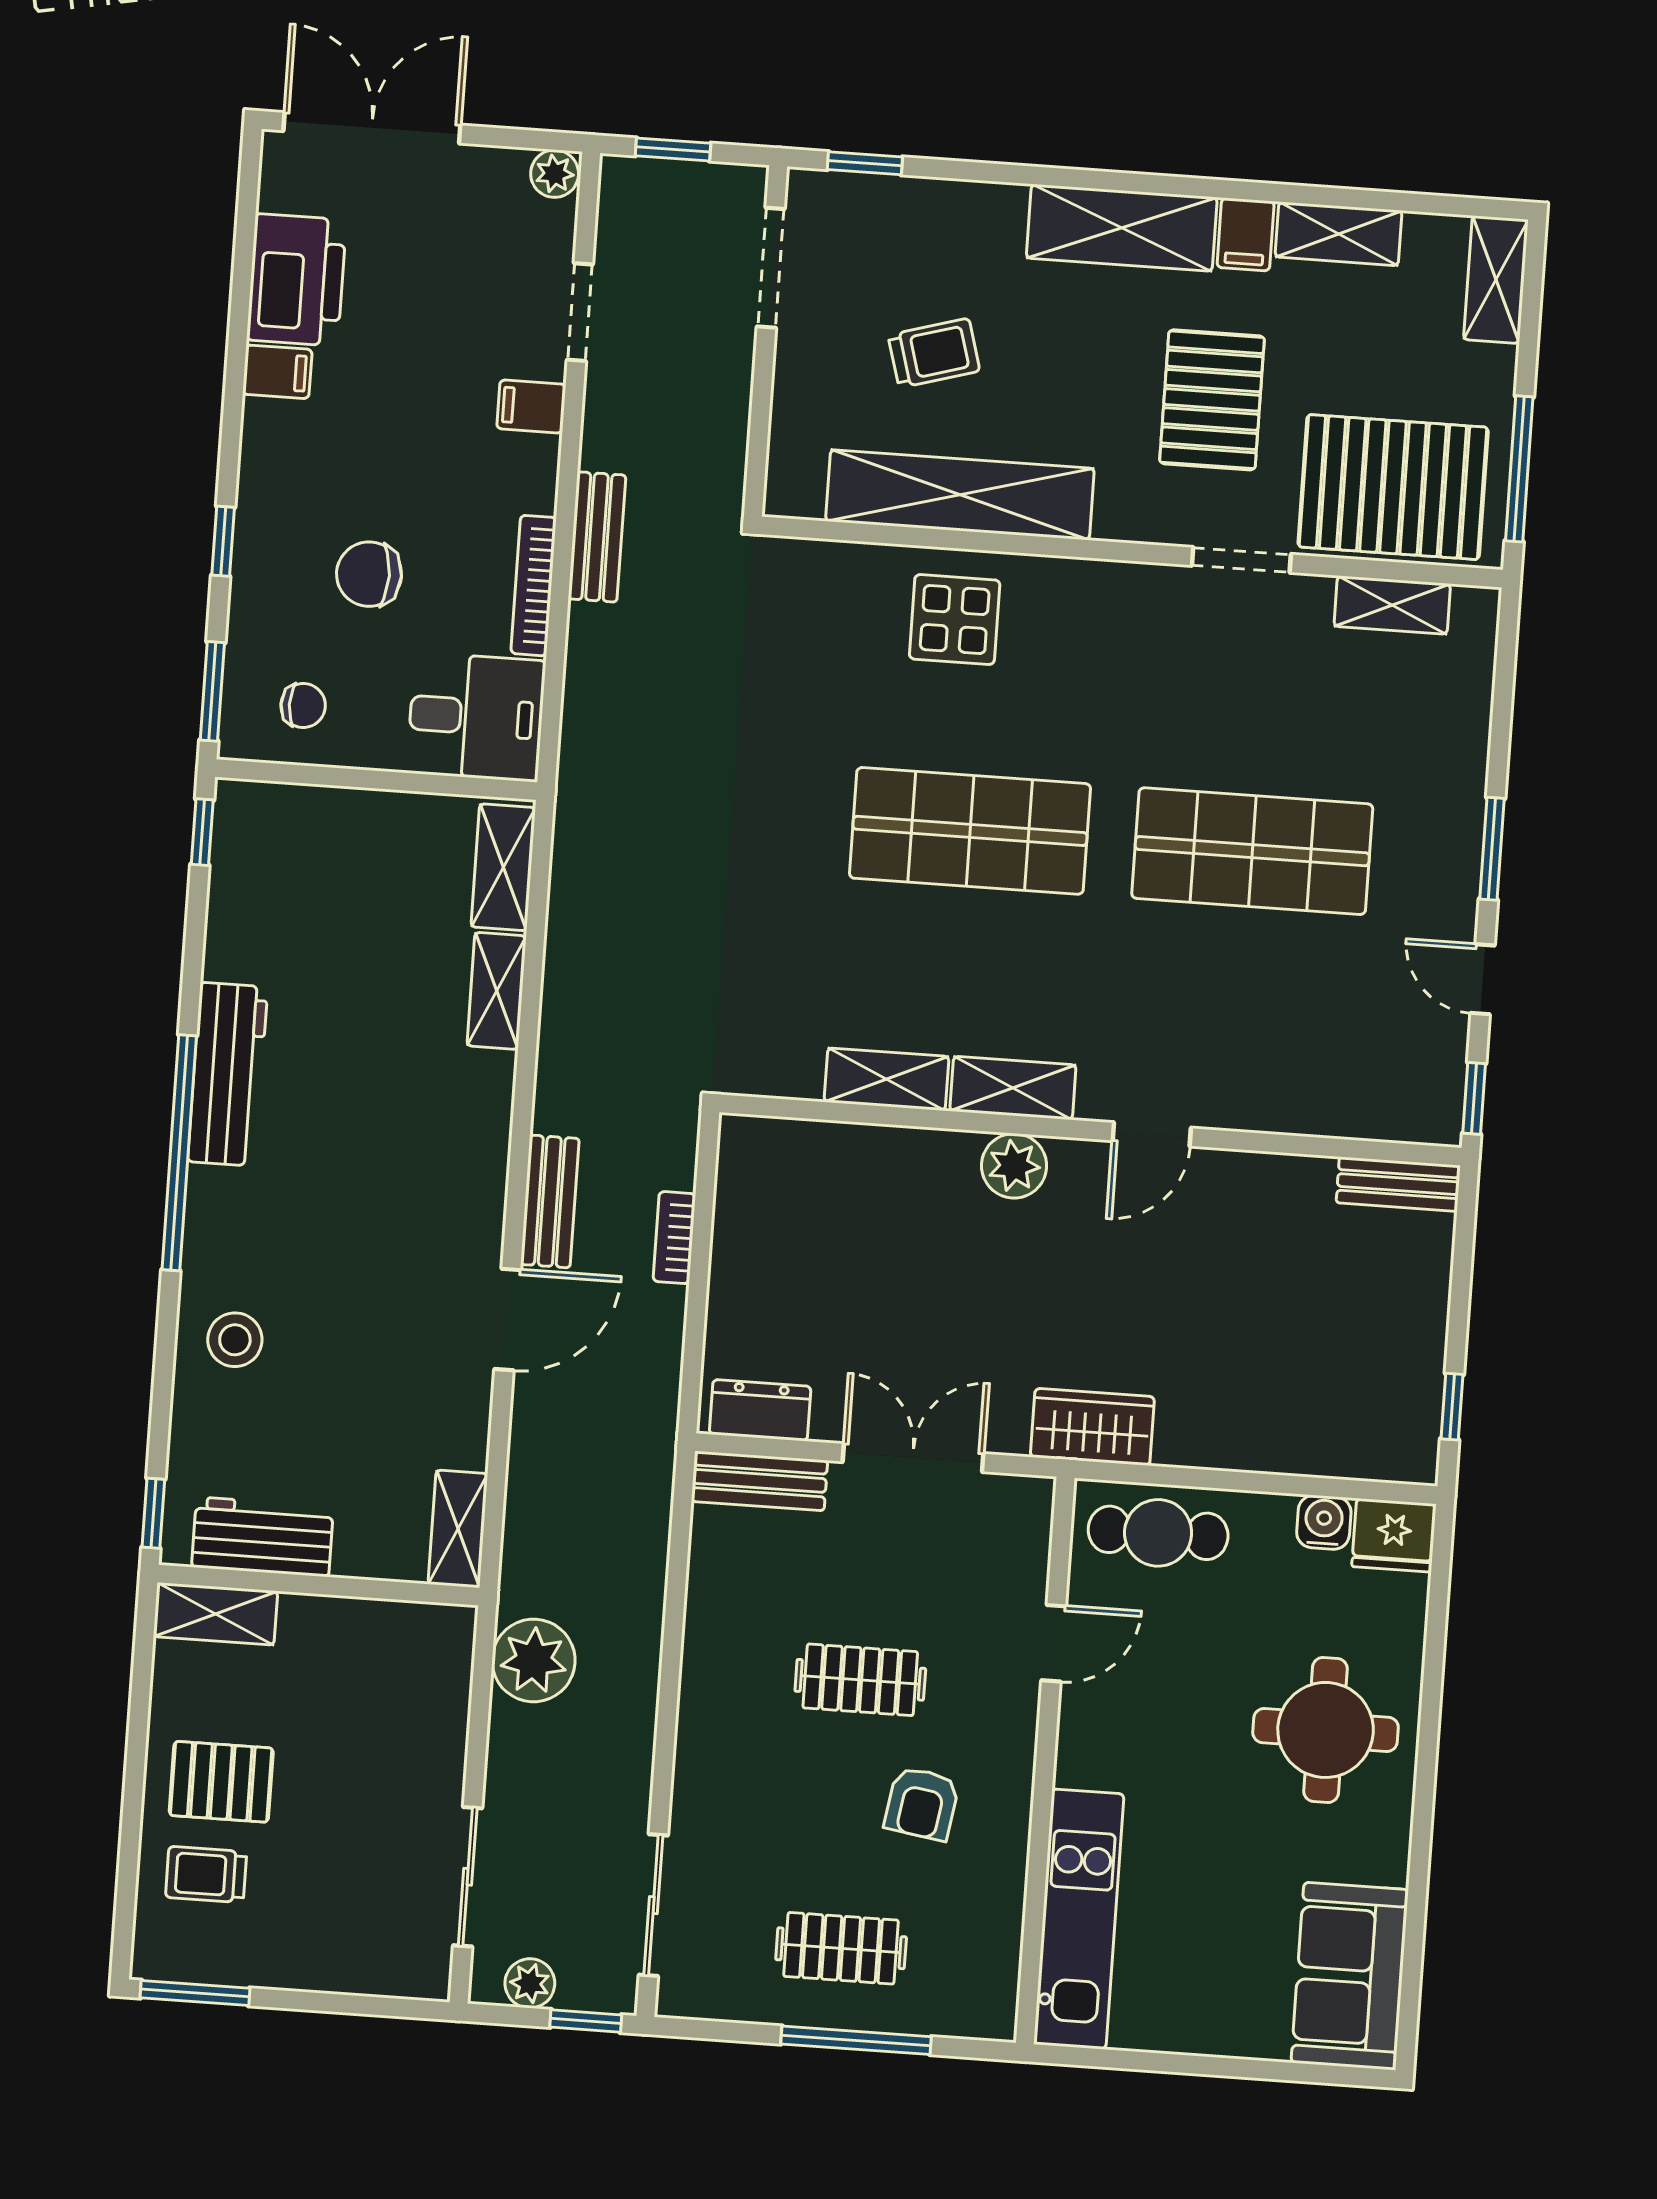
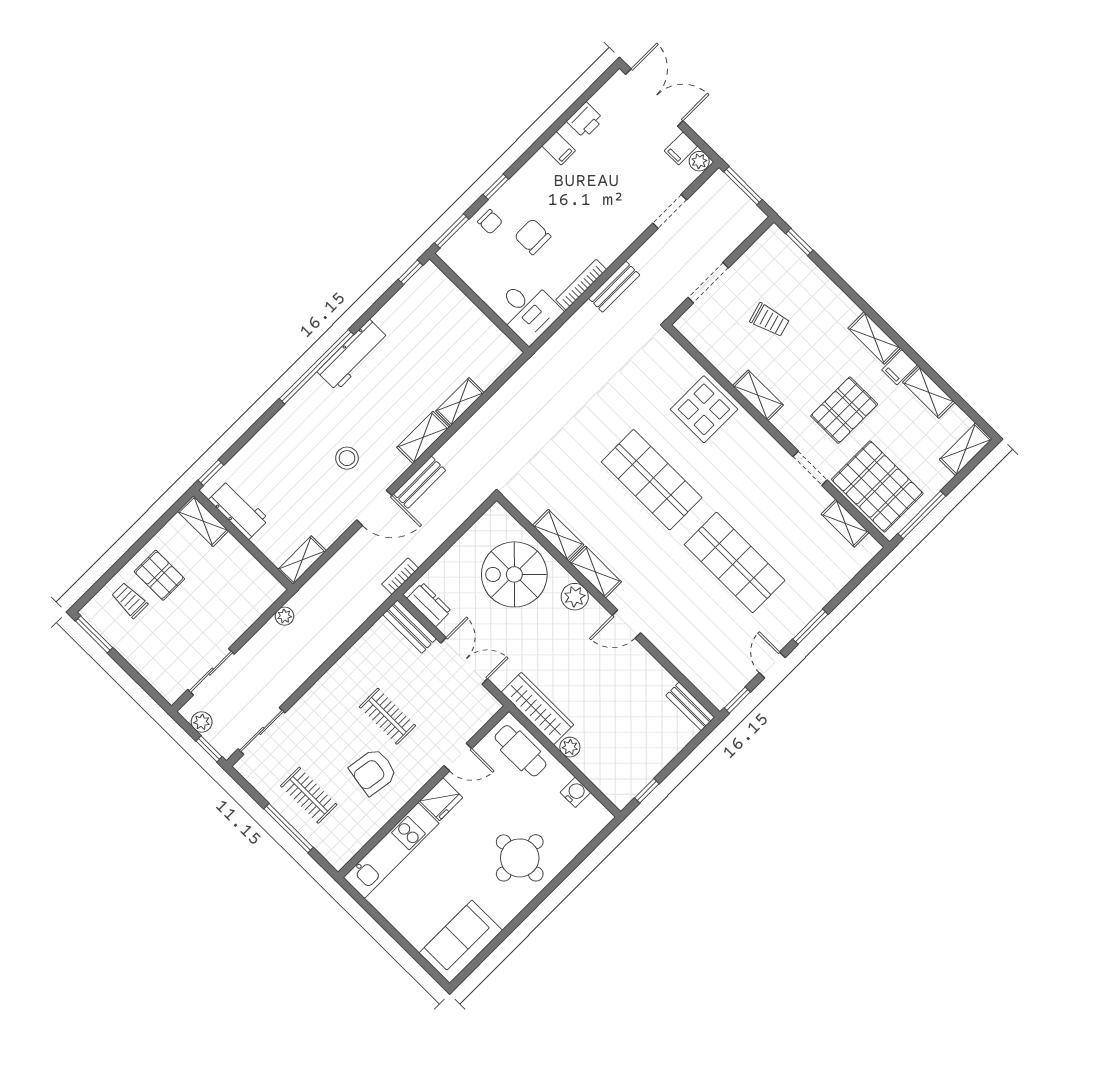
window: (673, 149) -> (743, 186), width x1.50
shelving: (1122, 228) -> (874, 338), width x0.67, depth x0.75
doorway: (771, 268) -> (708, 283), moved
printer: (296, 280) -> (585, 120), width x0.53, depth x0.68
filing cabinet: (531, 406) -> (681, 148), moved, turned -90
shelving: (960, 495) -> (758, 395), width x0.45, depth x0.75
display table: (955, 620) -> (704, 409), width x1.36, depth x1.36
chair: (303, 705) -> (490, 222), moved
shelving: (503, 867) -> (423, 437), moved
spiral stairs: (869, 1220) -> (514, 574), added
bookcase: (674, 1238) -> (400, 576), moved
stool: (235, 1340) -> (347, 458), moved
wardrobe: (1092, 1427) -> (537, 709), width x1.50
plant: (1242, 1448) -> (570, 747), added
fridge: (1394, 1535) -> (441, 799), moved, turned -90
plant: (534, 1660) -> (284, 616), width x0.53, depth x0.53
armchair: (922, 1803) -> (373, 772), width x1.38, depth x1.38

